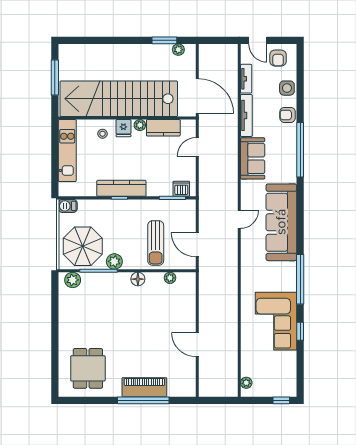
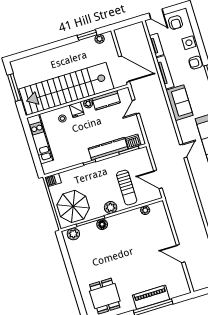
kitchen counter: (121, 188) -> (108, 149), moved
plant: (114, 261) -> (111, 207), moved
floor lamp: (138, 279) -> (102, 224), moved

